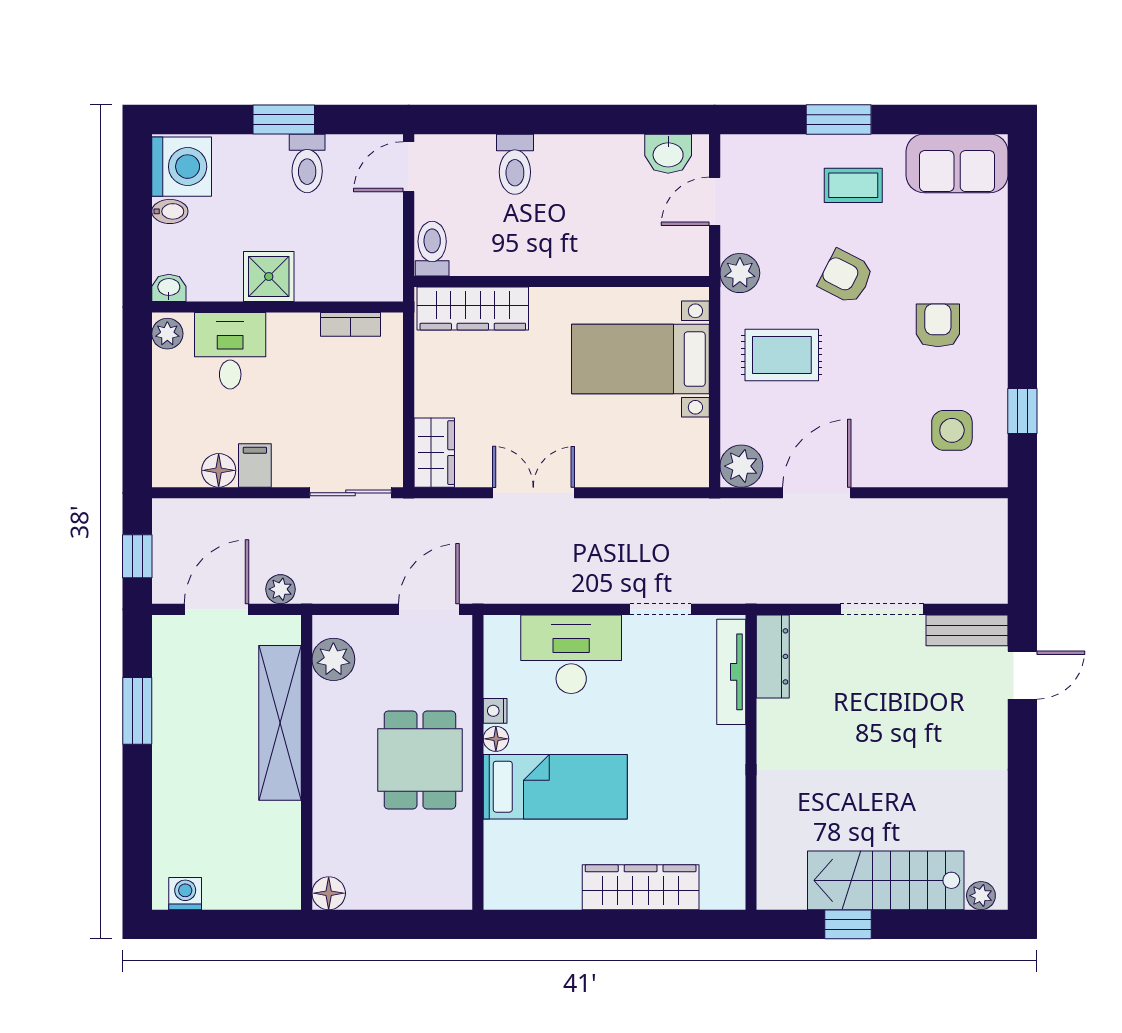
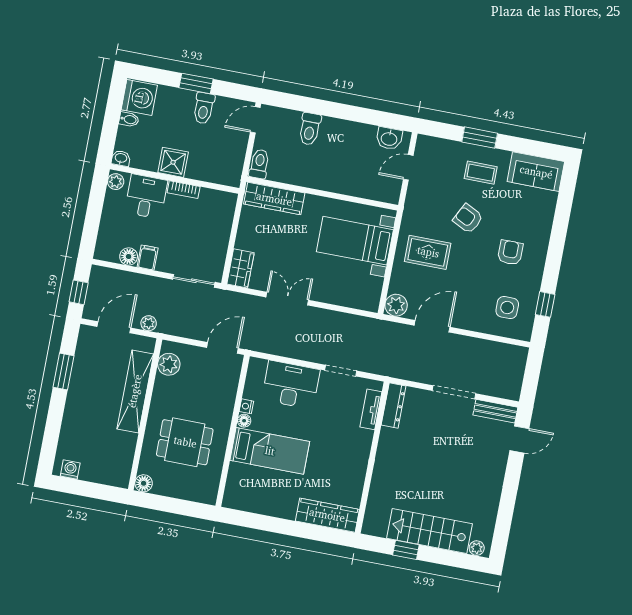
plant: (740, 273) -> (414, 206), removed
bookcase: (350, 324) -> (184, 190), moved
tv unit: (731, 672) -> (371, 409), width x0.71
dining table: (420, 760) -> (185, 442), moved, turned 90
wardrobe: (641, 887) -> (327, 515), moved

